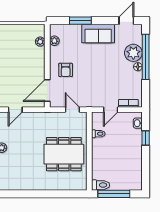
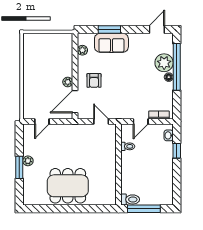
sofa: (98, 34) -> (111, 43), moved
plant: (40, 42) -> (68, 82), moved
dining table: (64, 154) -> (68, 186), moved

